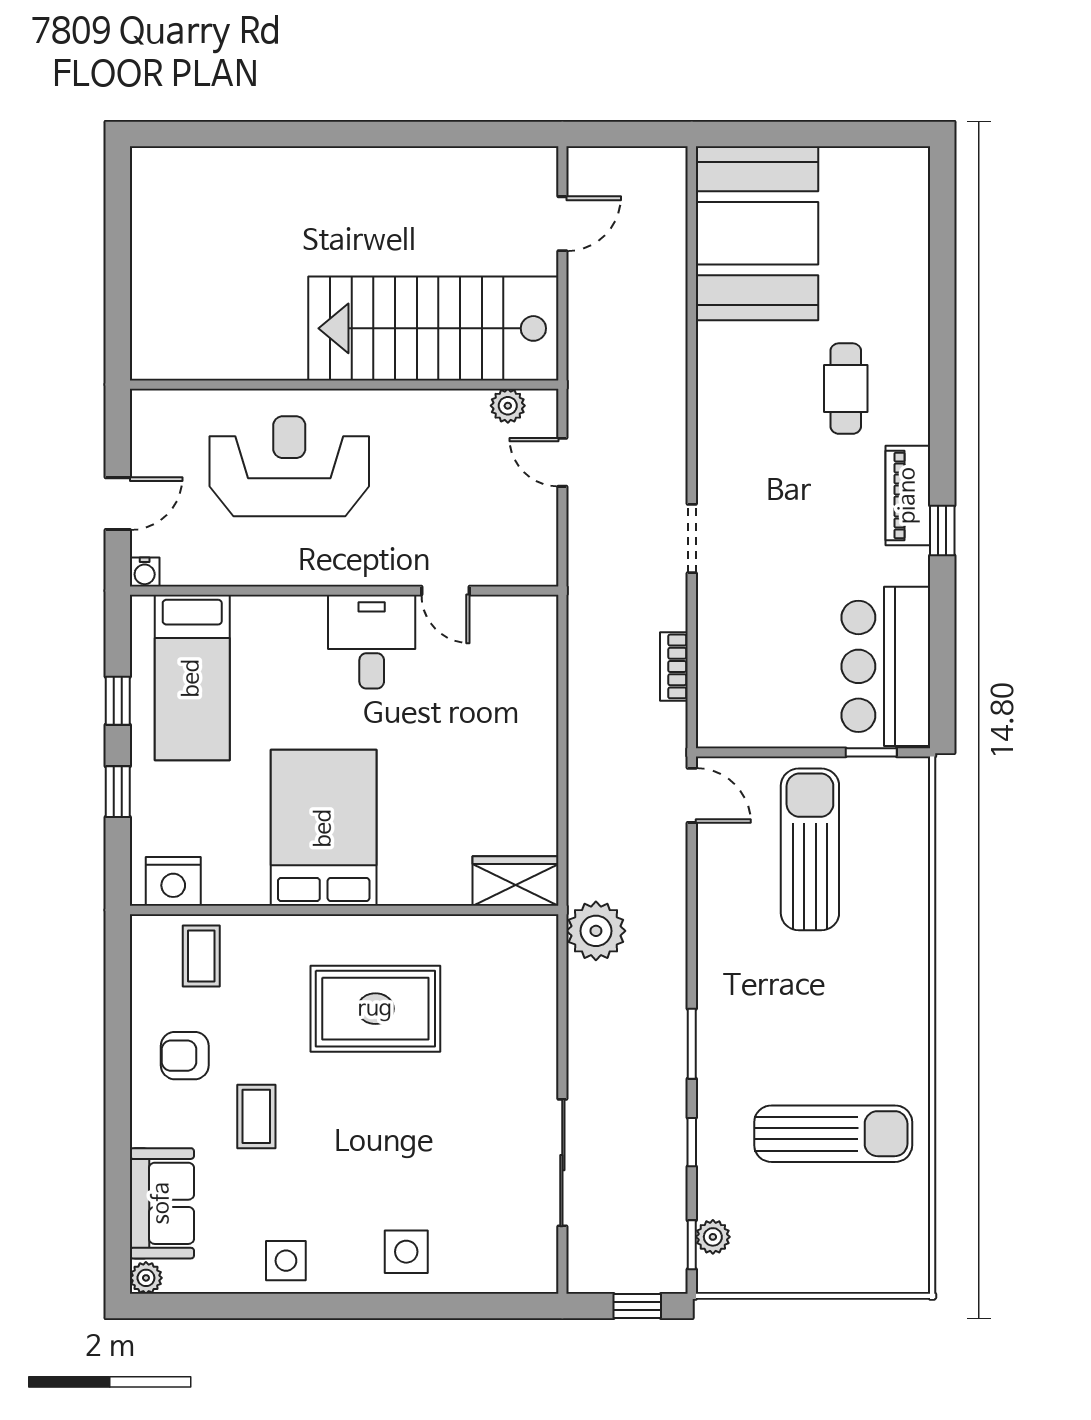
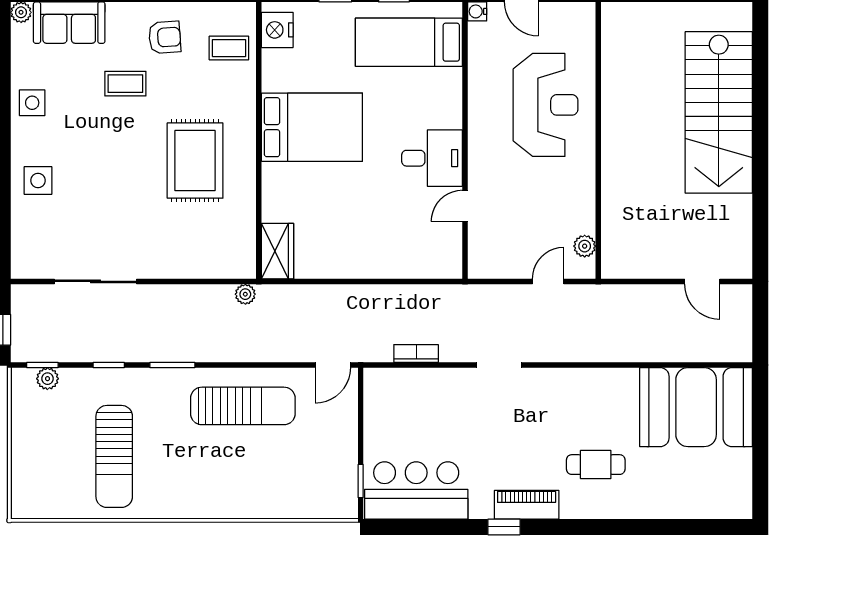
stairs: (433, 328) -> (719, 112), moved, turned 180
sun lounger: (810, 849) -> (243, 406), moved
plant: (596, 931) -> (245, 294), width x0.53, depth x0.53
armchair: (185, 1056) -> (165, 37), turned 86

